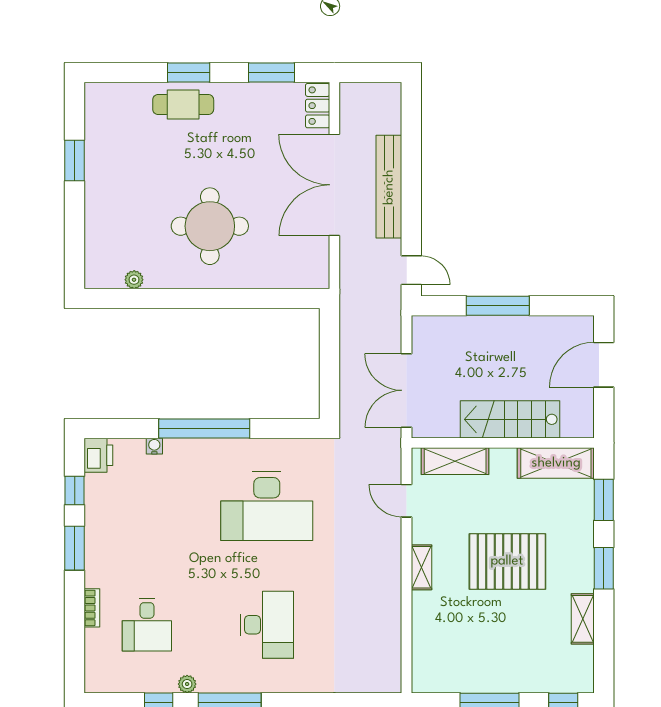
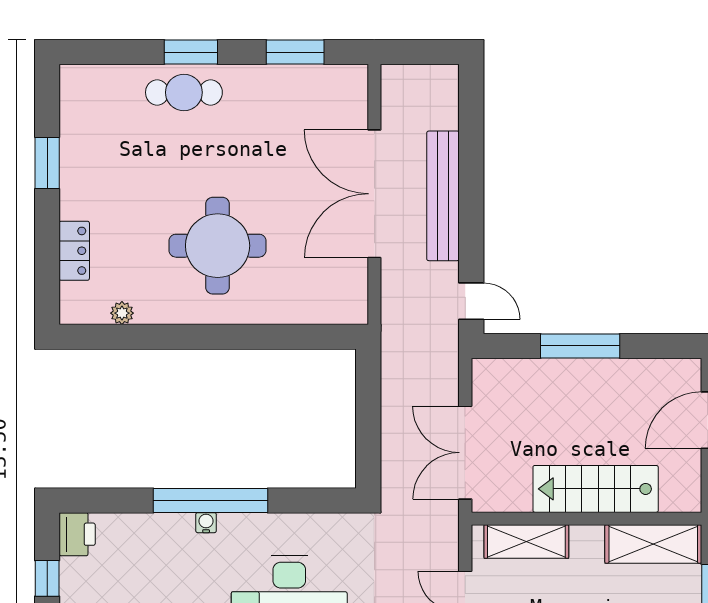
locker: (318, 106) -> (74, 251), moved, turned 180
water cooler: (154, 446) -> (206, 523), moved

